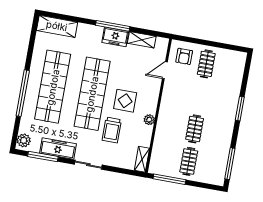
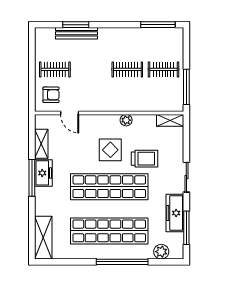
bench: (235, 89) -> (77, 33), added
window: (240, 109) -> (76, 25), moved
plant: (24, 140) -> (161, 252), moved

